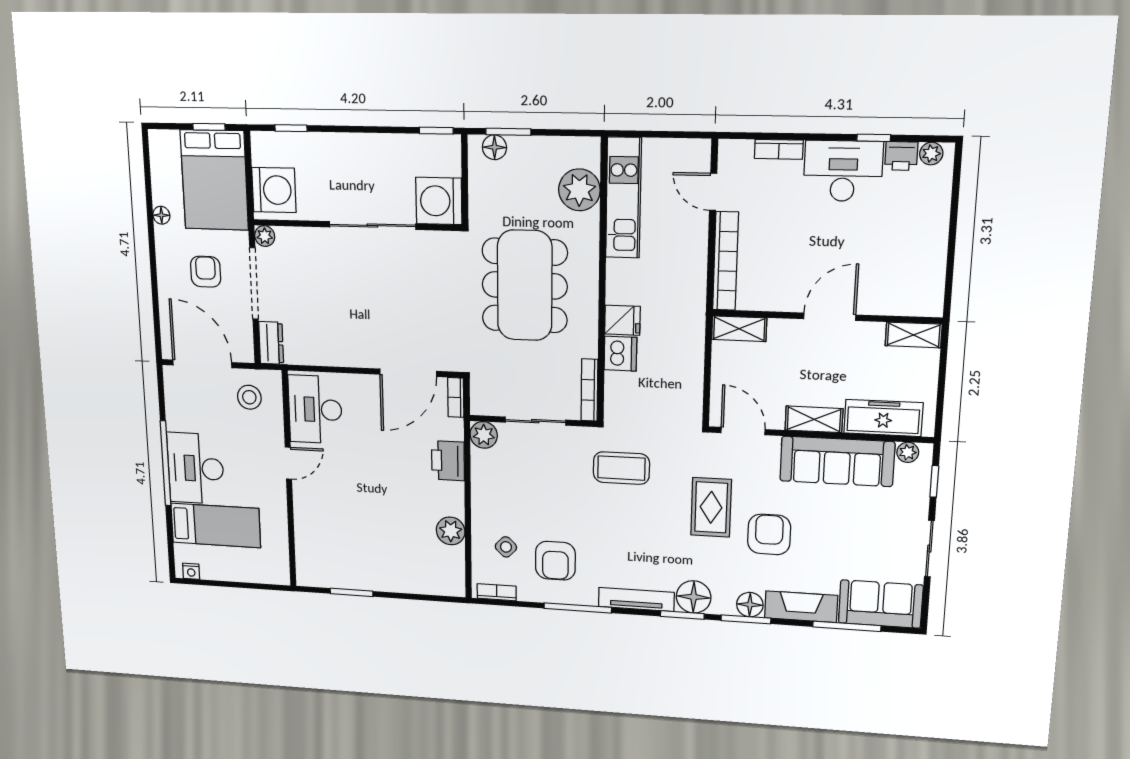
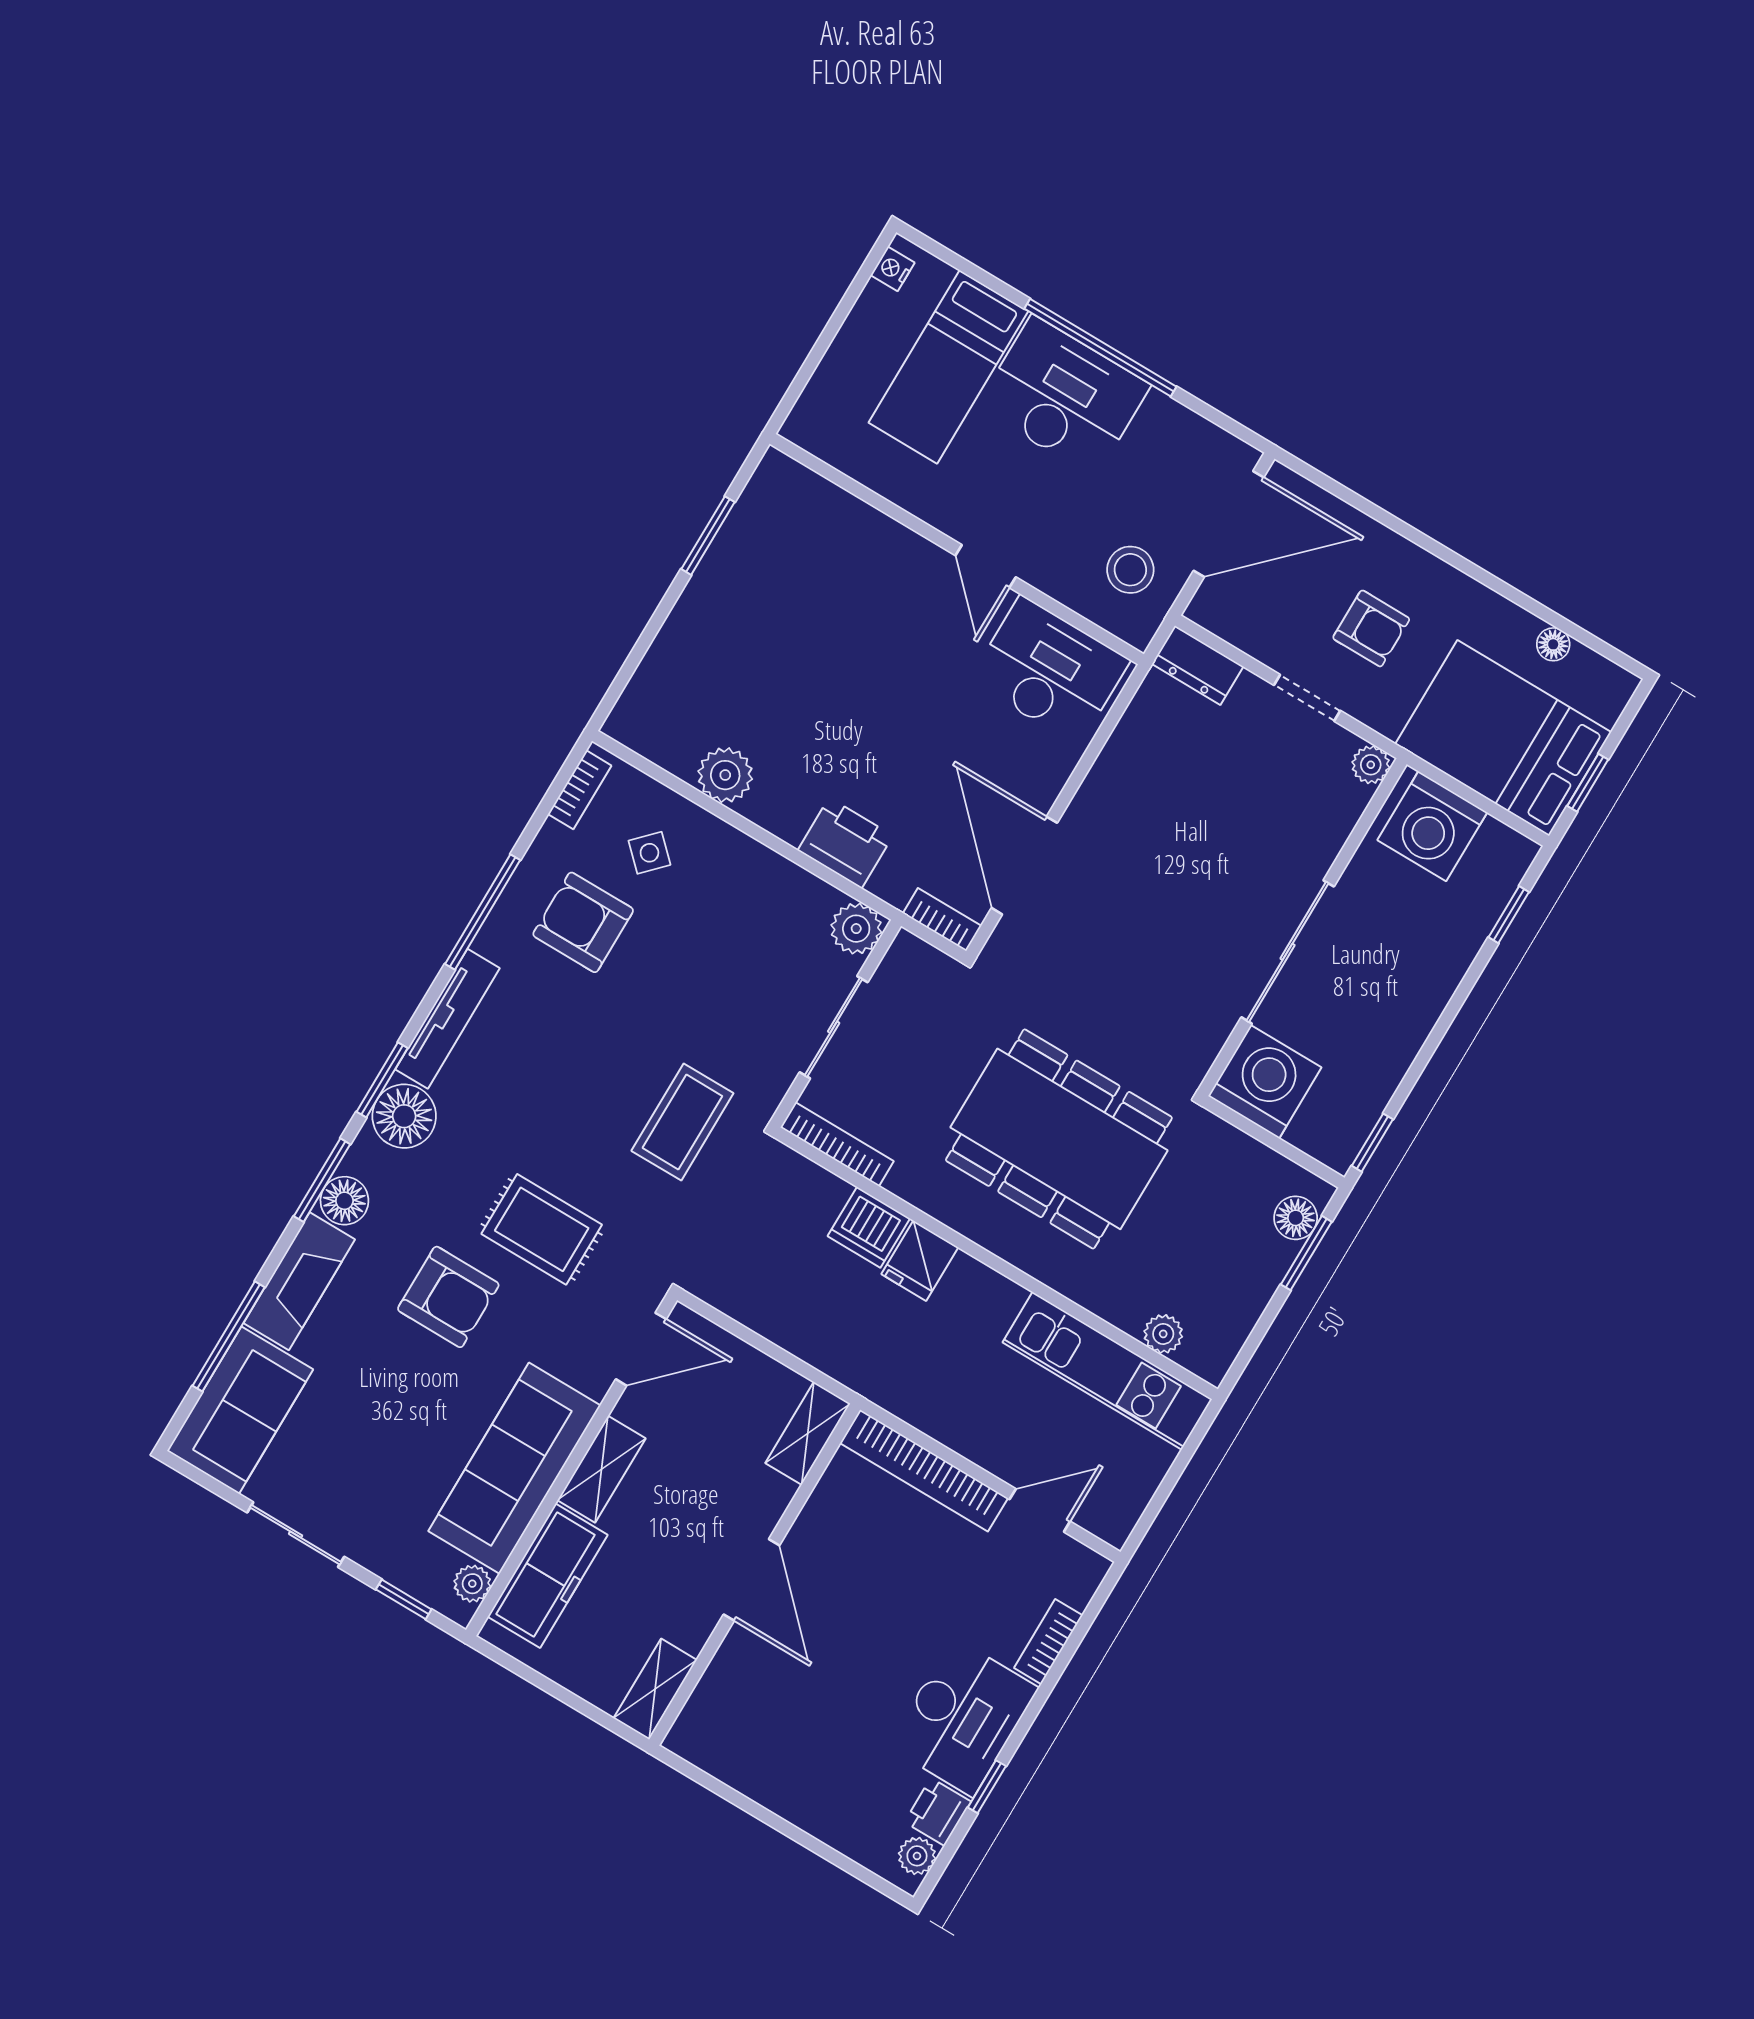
plant: (579, 190) -> (1163, 1334), width x0.53, depth x0.53
floor lamp: (161, 215) -> (1553, 644), moved
doorway: (254, 284) -> (1307, 698), width x0.53

